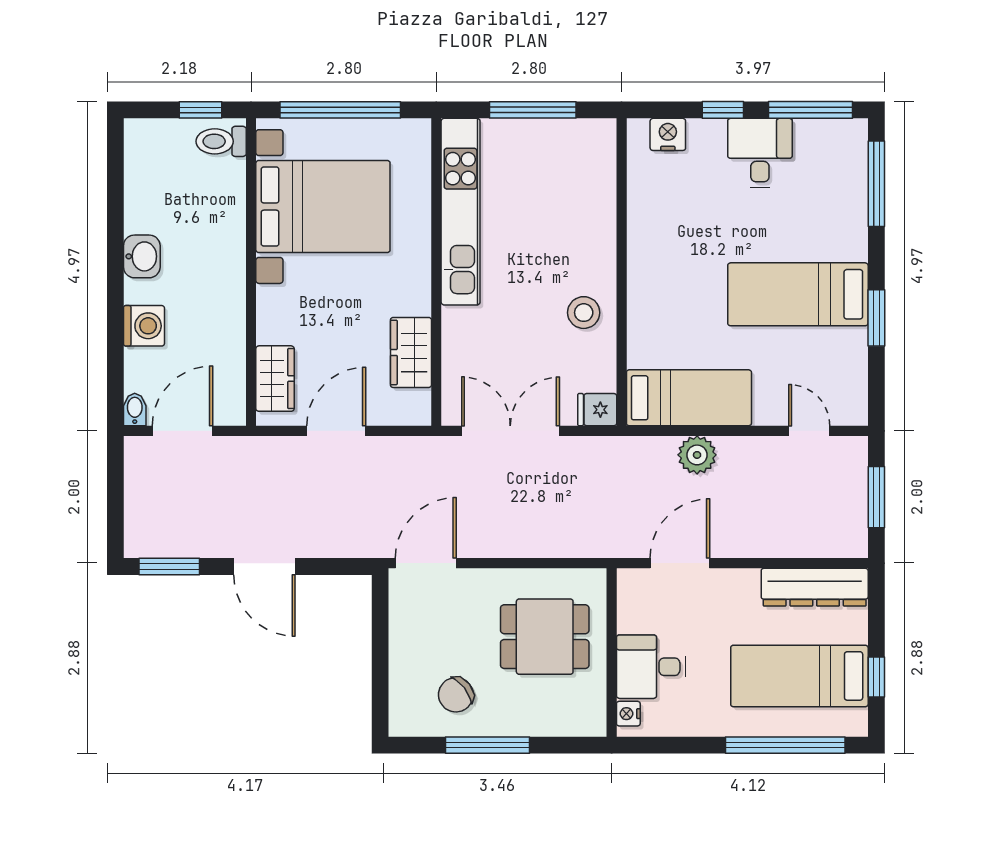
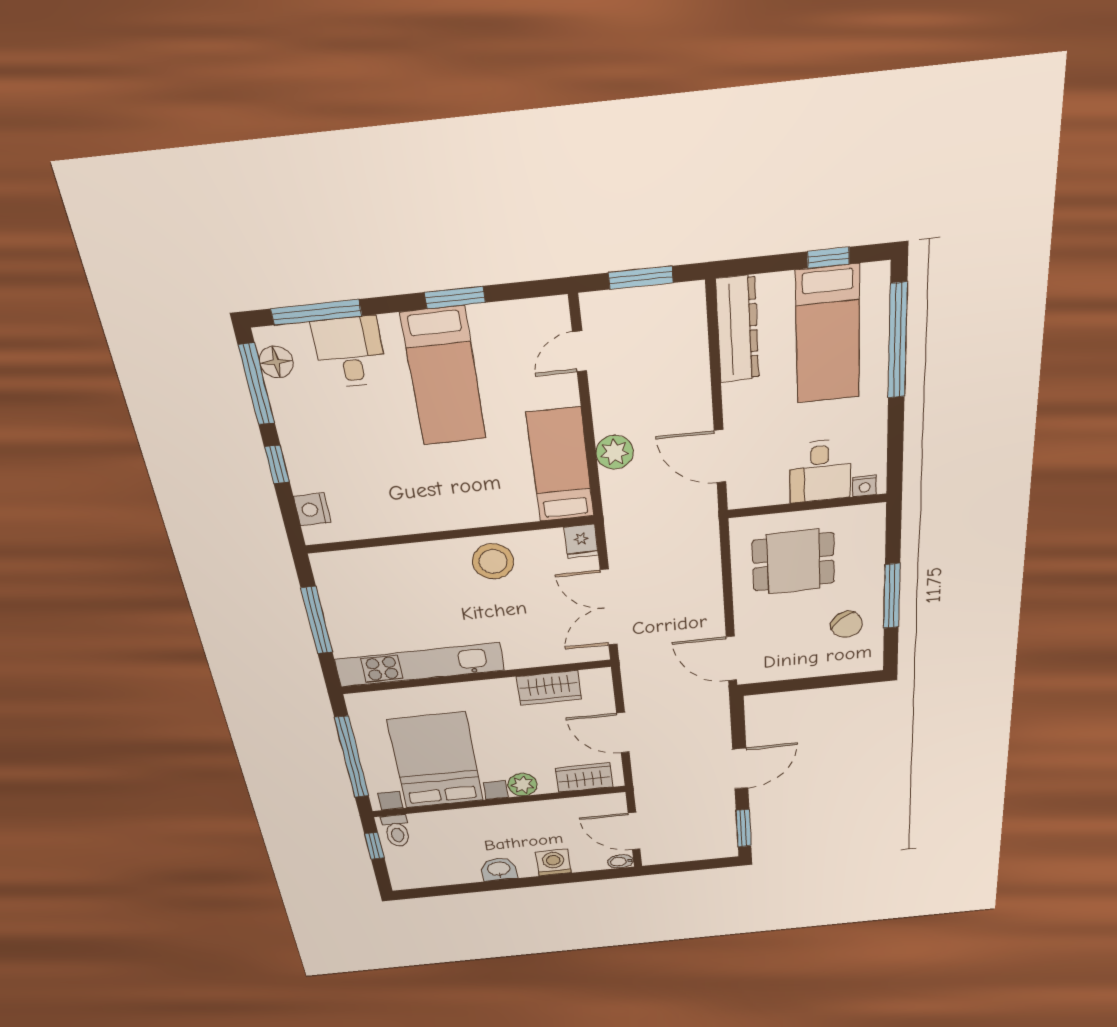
floor lamp: (831, 135) -> (276, 362), added
desk: (760, 153) -> (350, 352), moved, turned 90
plant: (273, 304) -> (523, 785), added
stool: (584, 313) -> (493, 561), width x1.38, depth x1.38
dining table: (545, 637) -> (793, 562), turned 90

